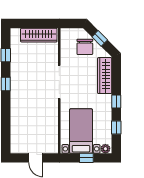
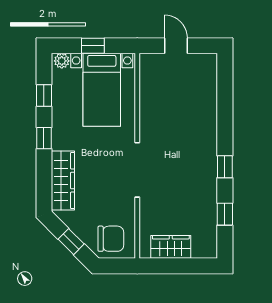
wardrobe: (39, 35) -> (171, 247), width x0.67
chair: (85, 47) -> (111, 239), moved, turned 90

